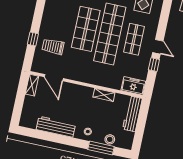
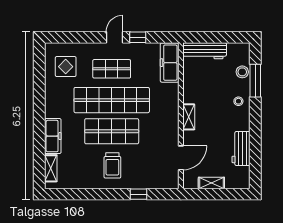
trolley: (53, 47) -> (112, 165), moved
shelving: (32, 85) -> (211, 183), moved
freezer: (133, 86) -> (170, 63), width x1.40
shelving: (104, 95) -> (189, 117), moved
workbench: (56, 127) -> (241, 149), width x0.73

